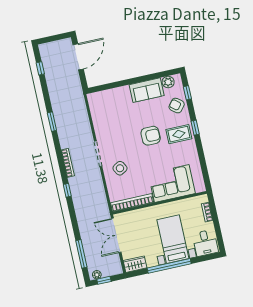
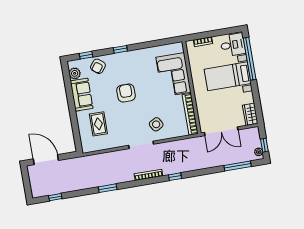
rug: (179, 134) -> (98, 124), moved
window: (169, 266) -> (250, 59), moved

